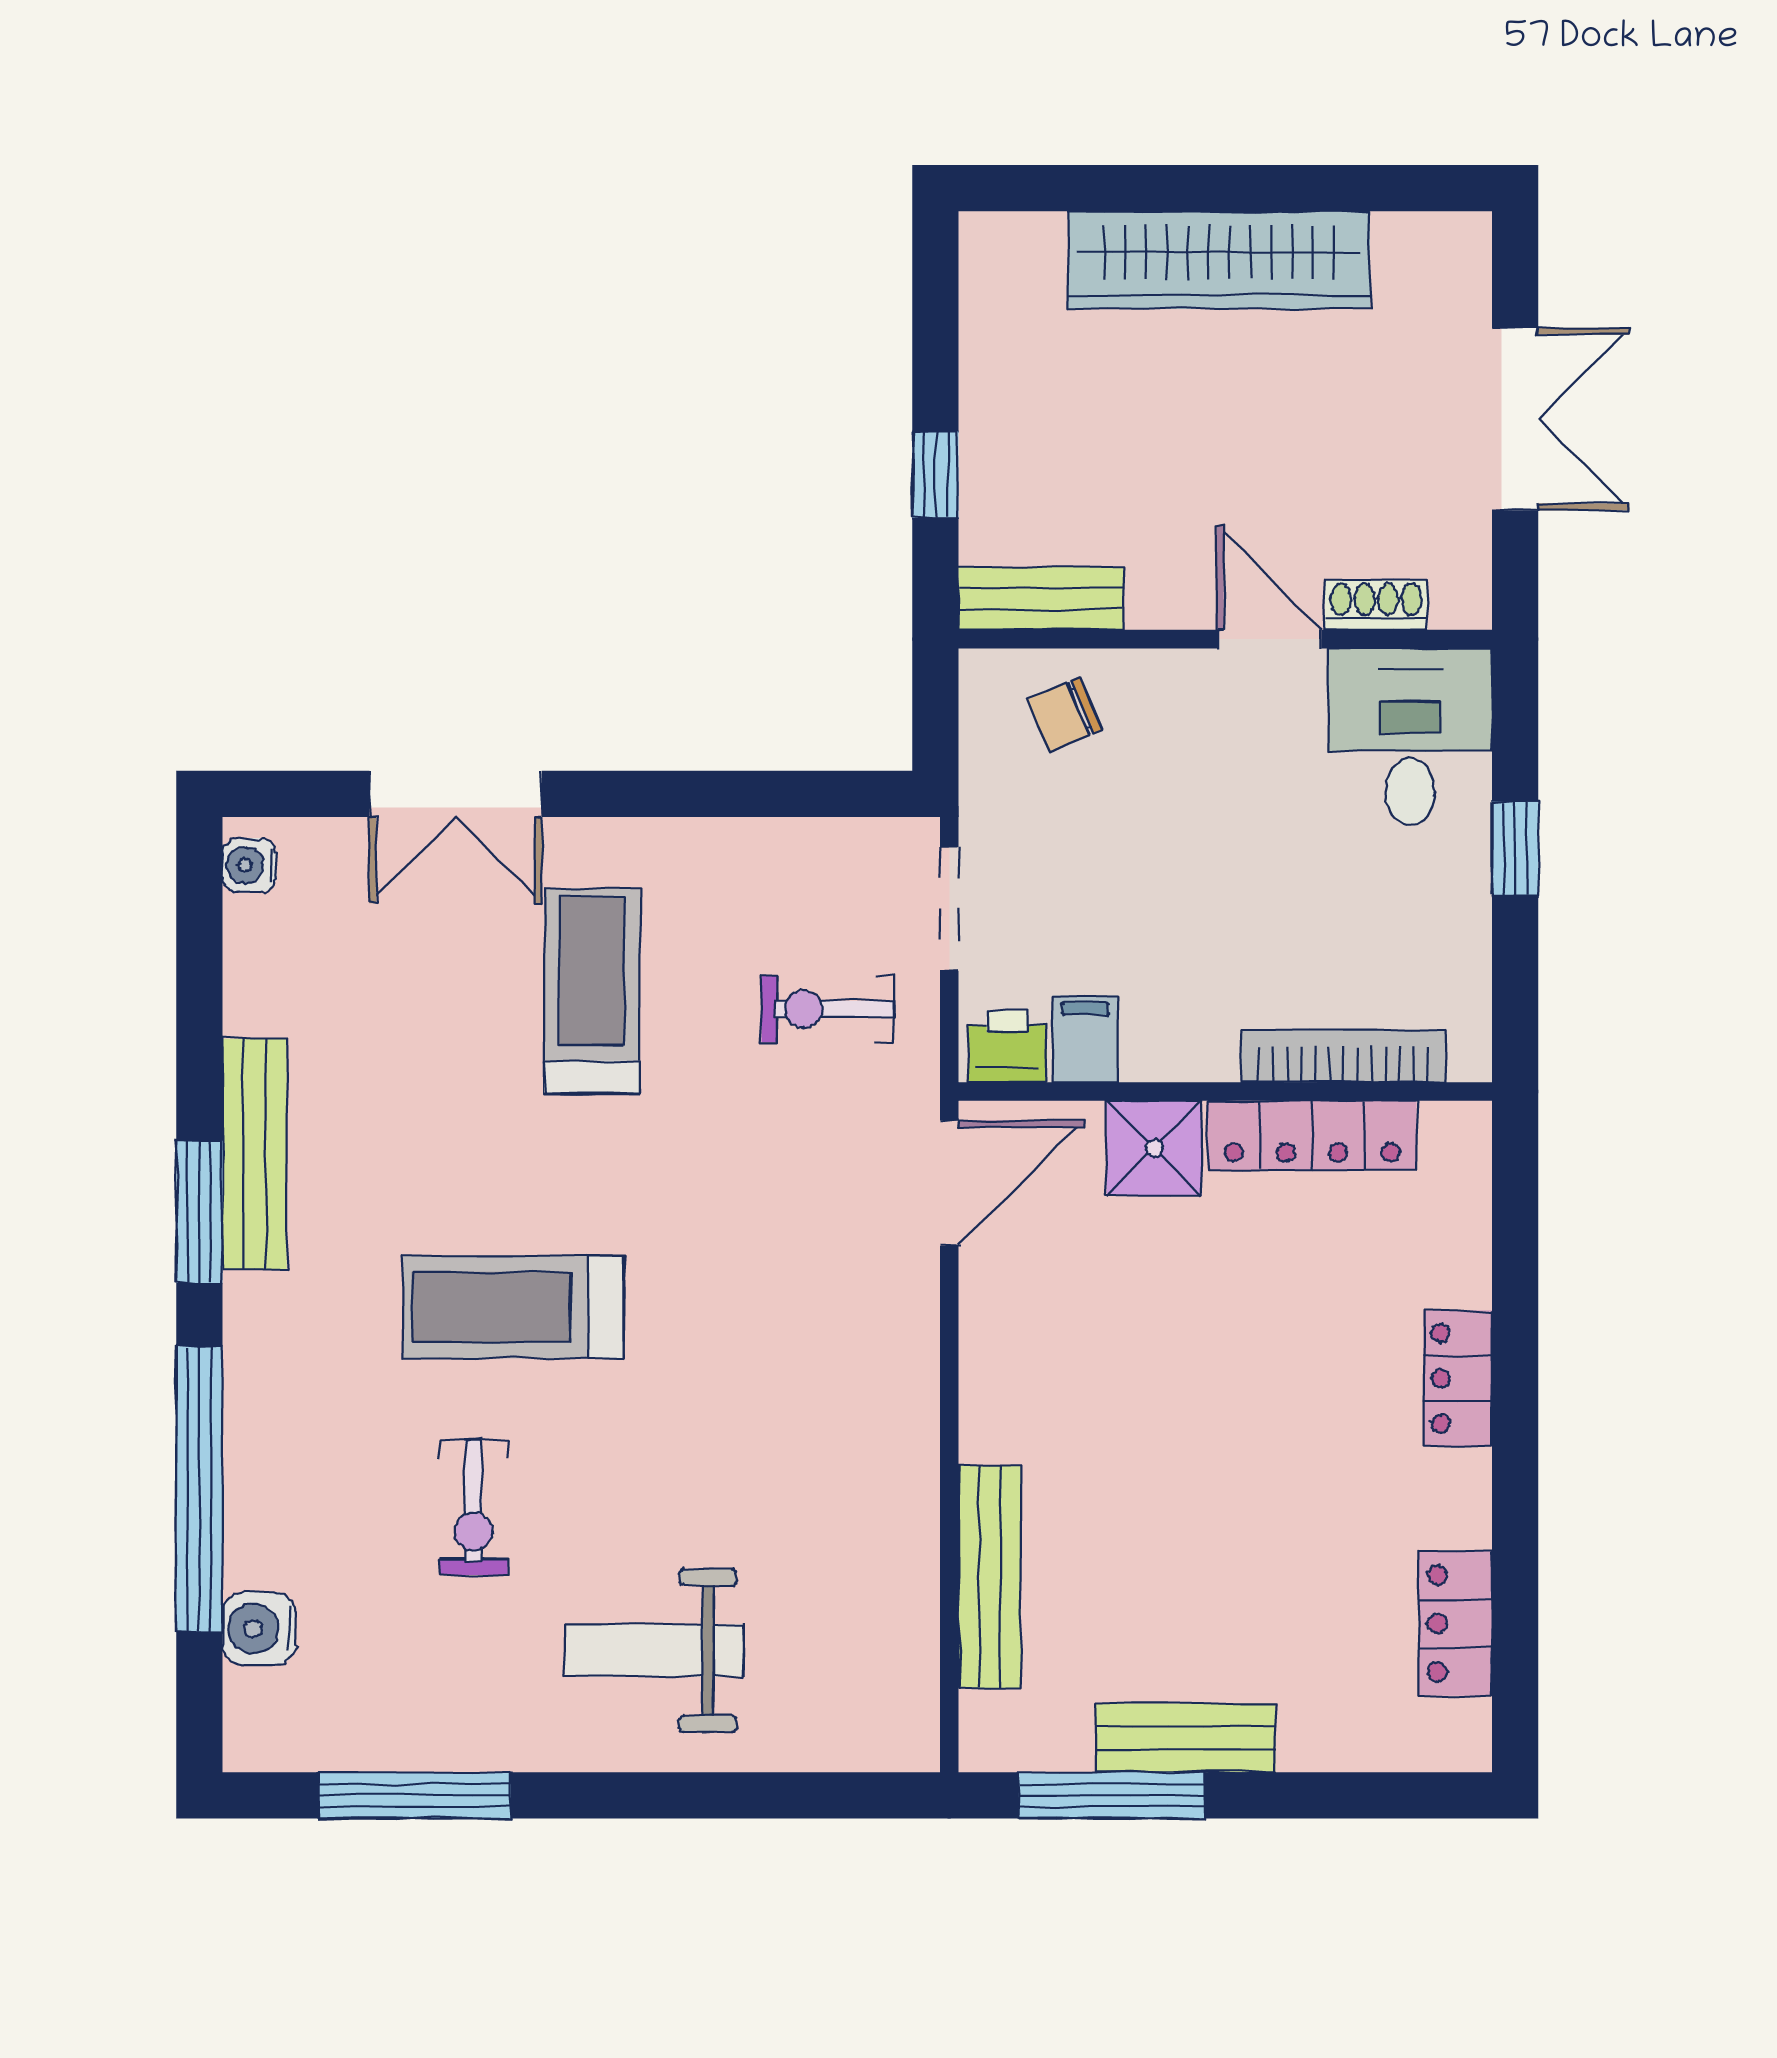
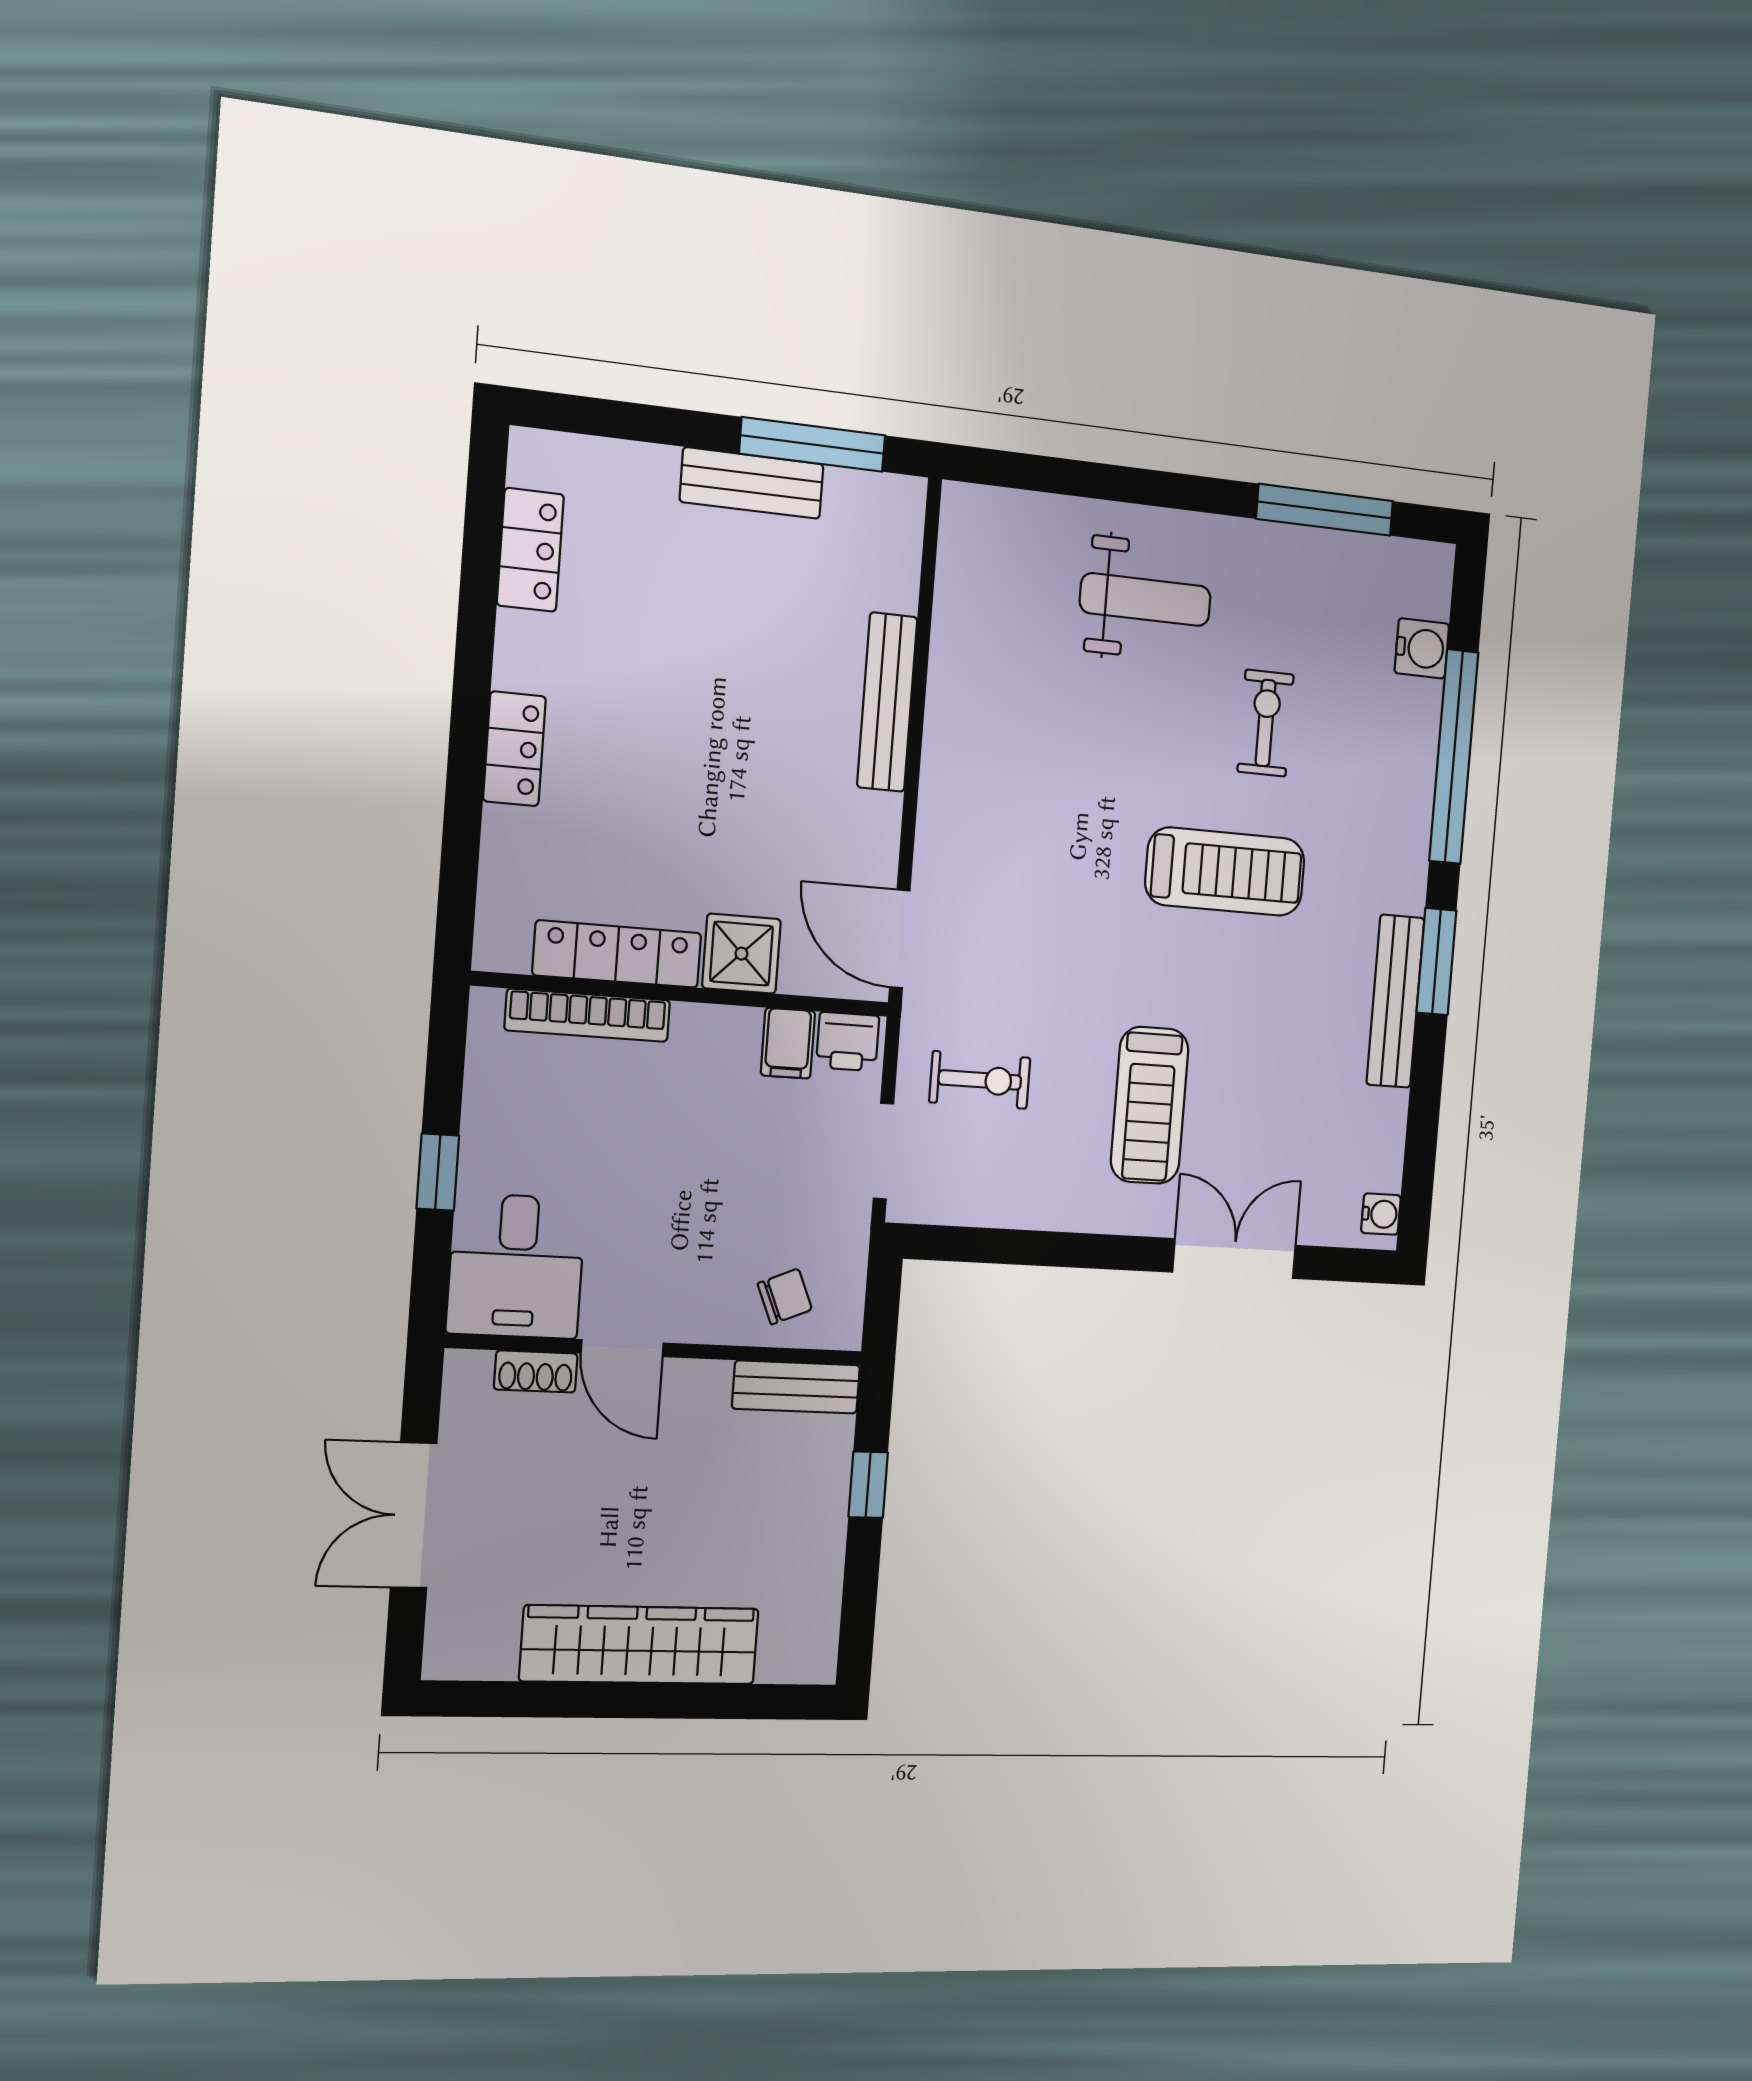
door: (949, 1183) -> (900, 939), hinge flipped
bench: (990, 1577) -> (887, 702), moved

